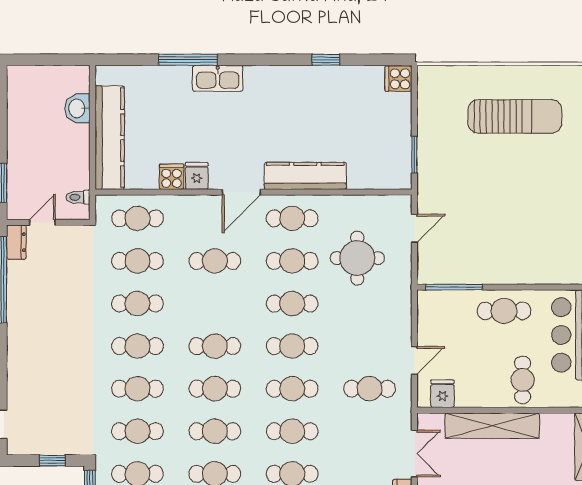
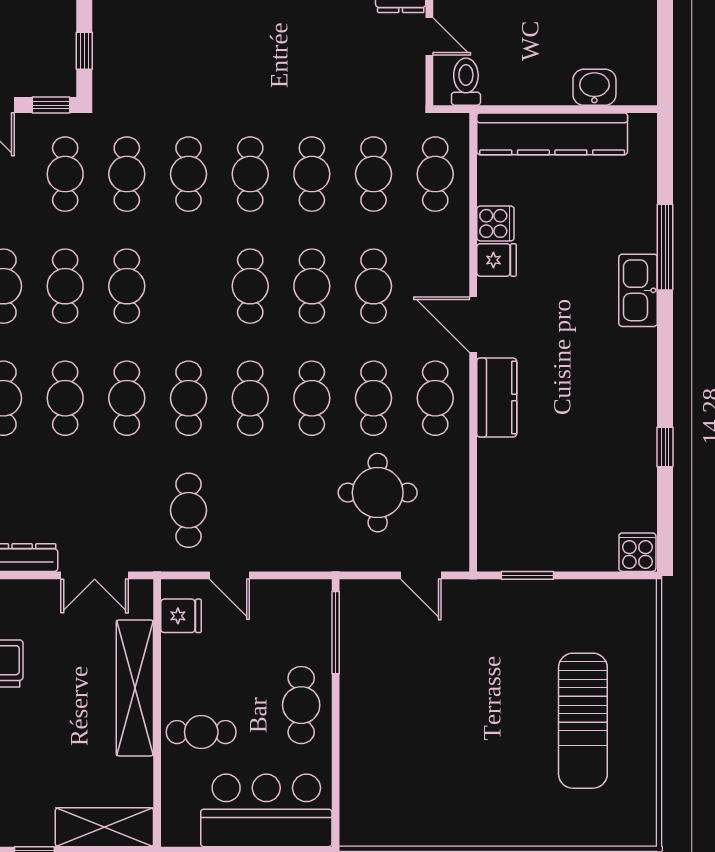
kitchen counter: (305, 176) -> (497, 398), width x0.67
toilet: (78, 197) -> (466, 82), width x1.37, depth x1.39
cafe table: (215, 389) -> (312, 286), moved

